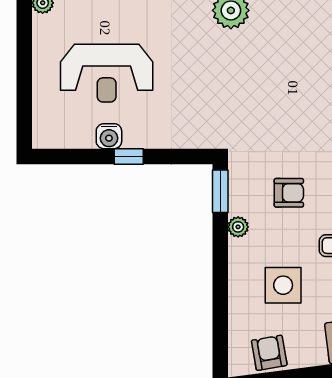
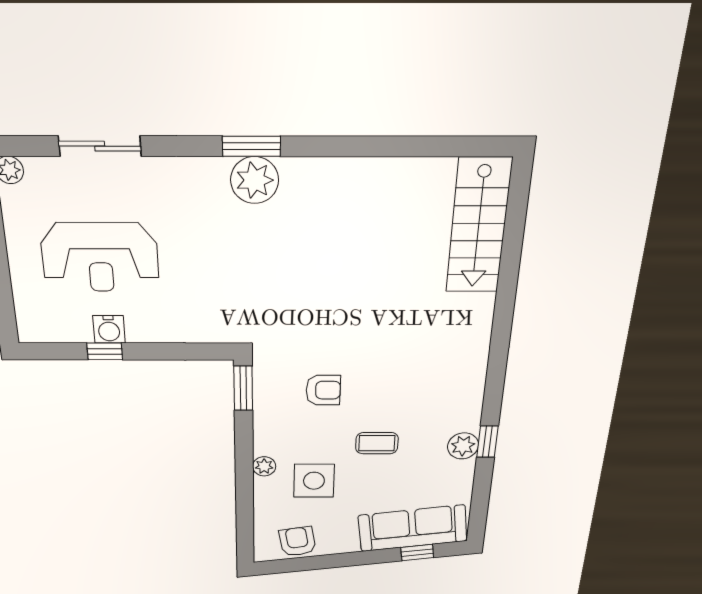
window: (129, 156) -> (105, 351), moved
plant: (238, 227) -> (264, 466), moved

